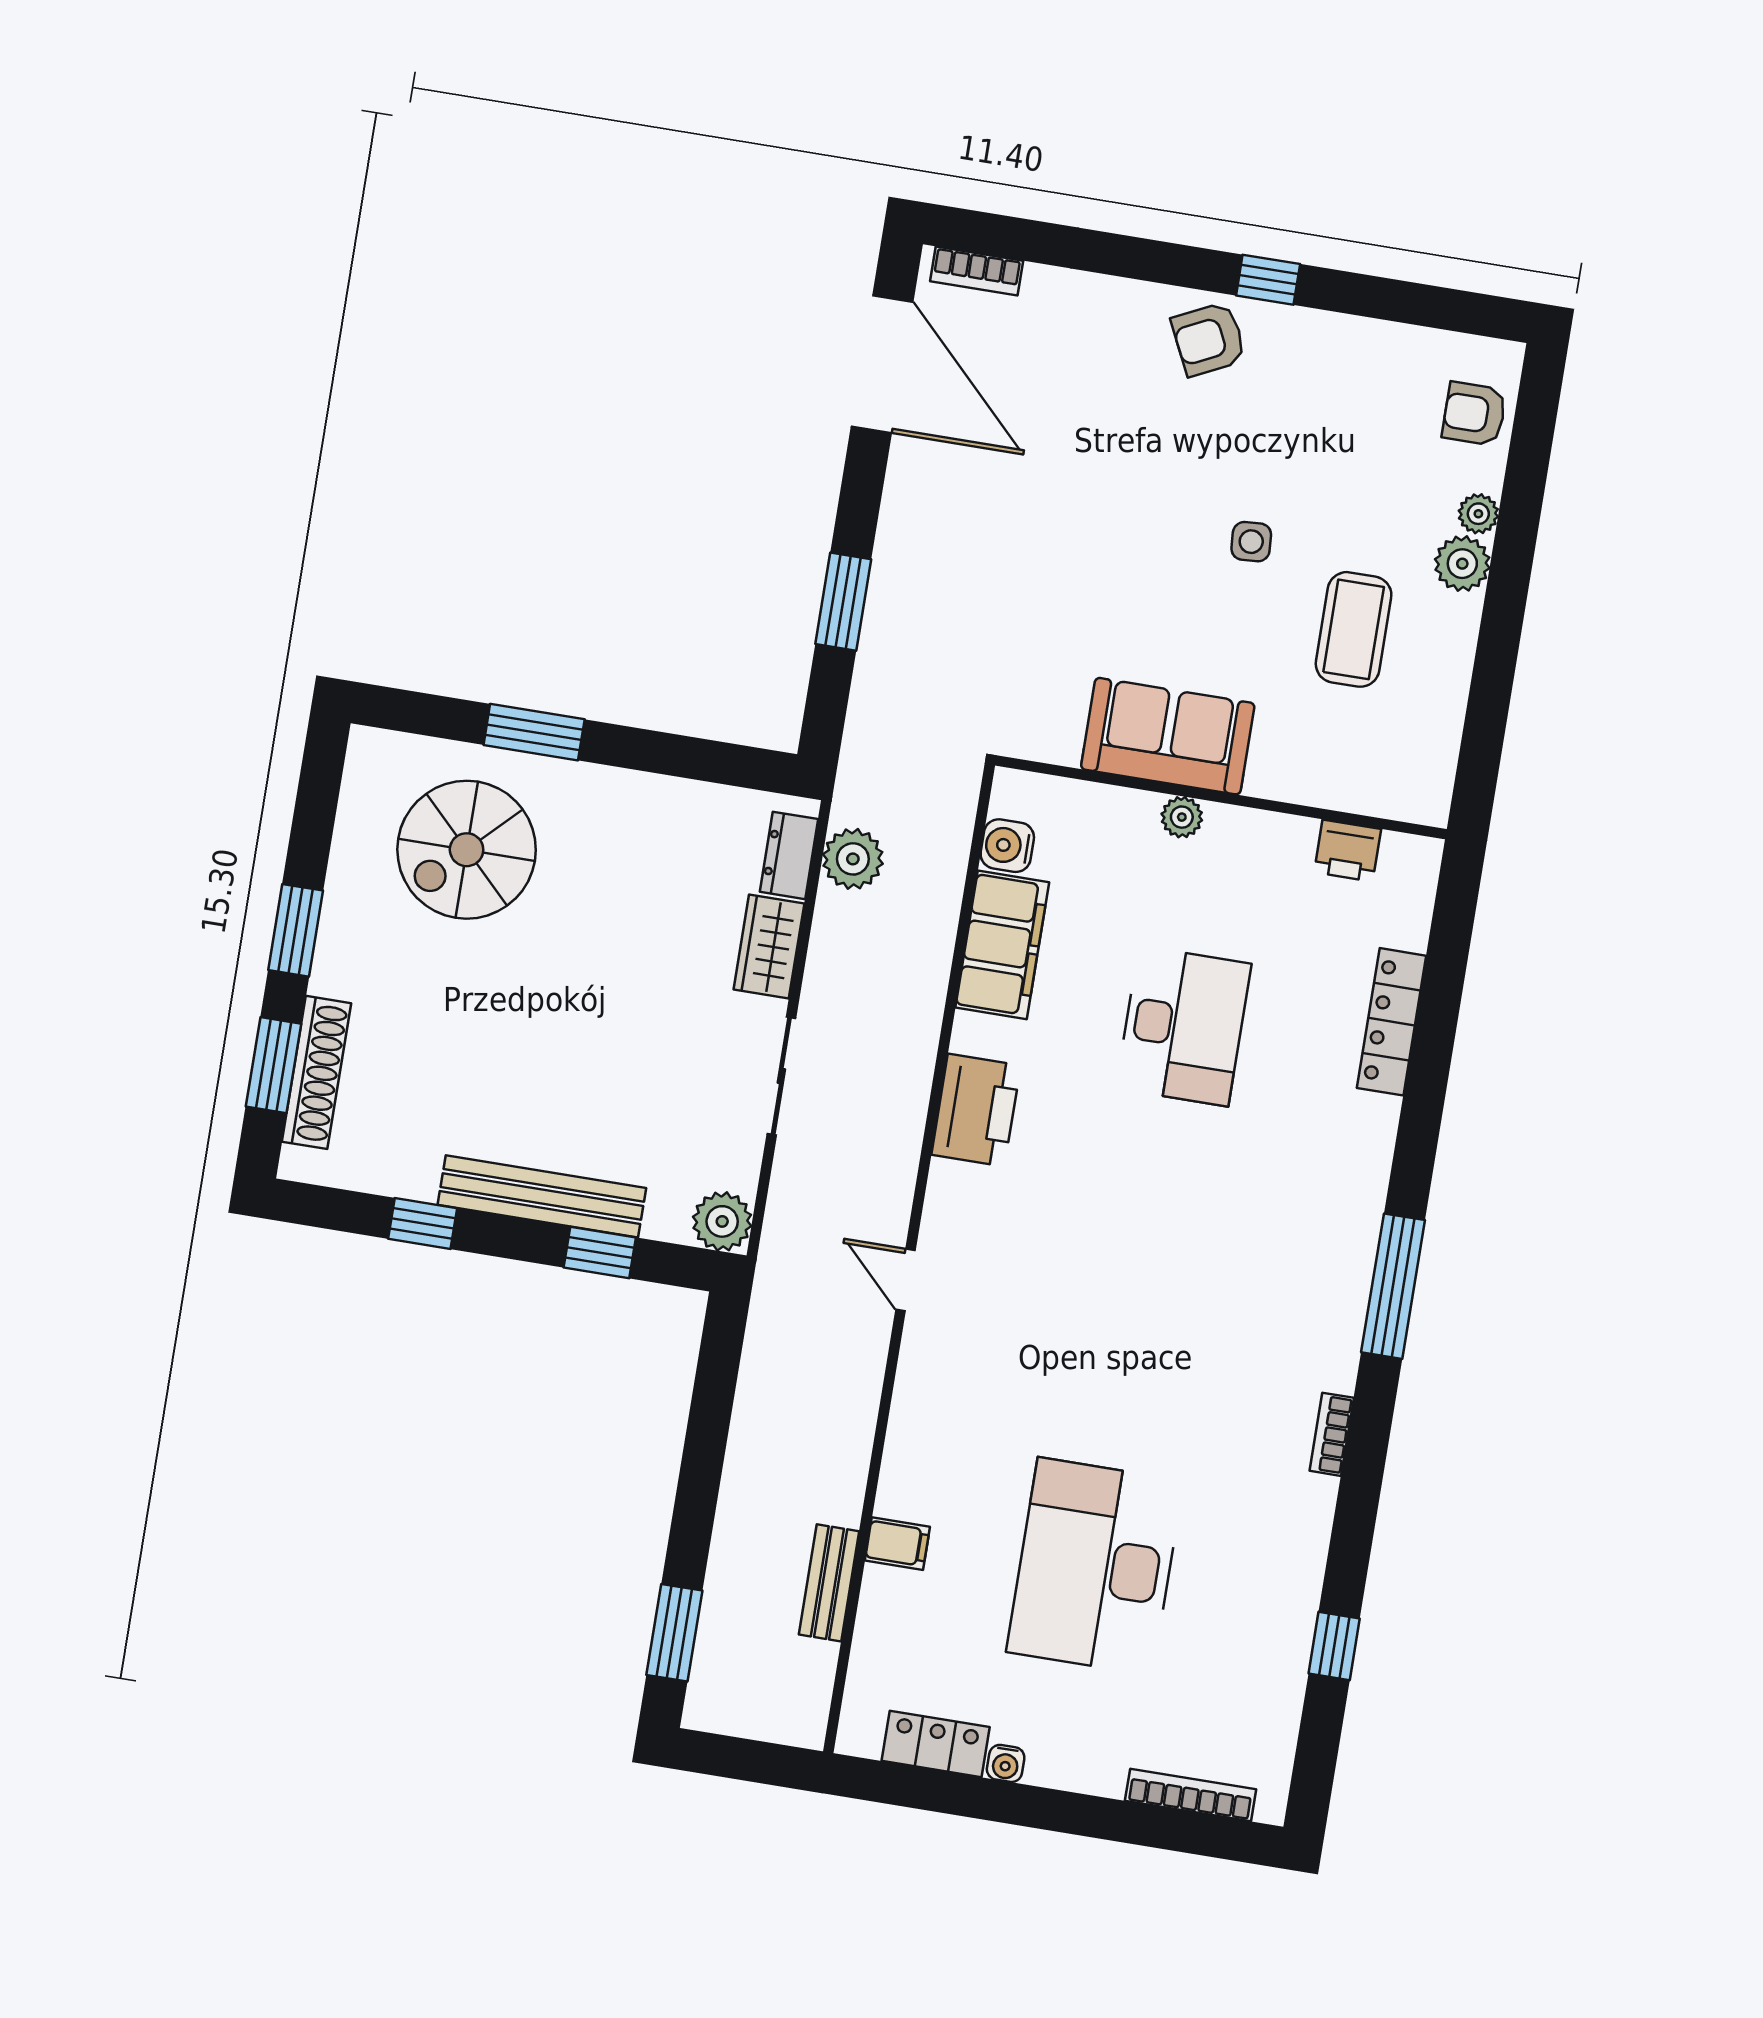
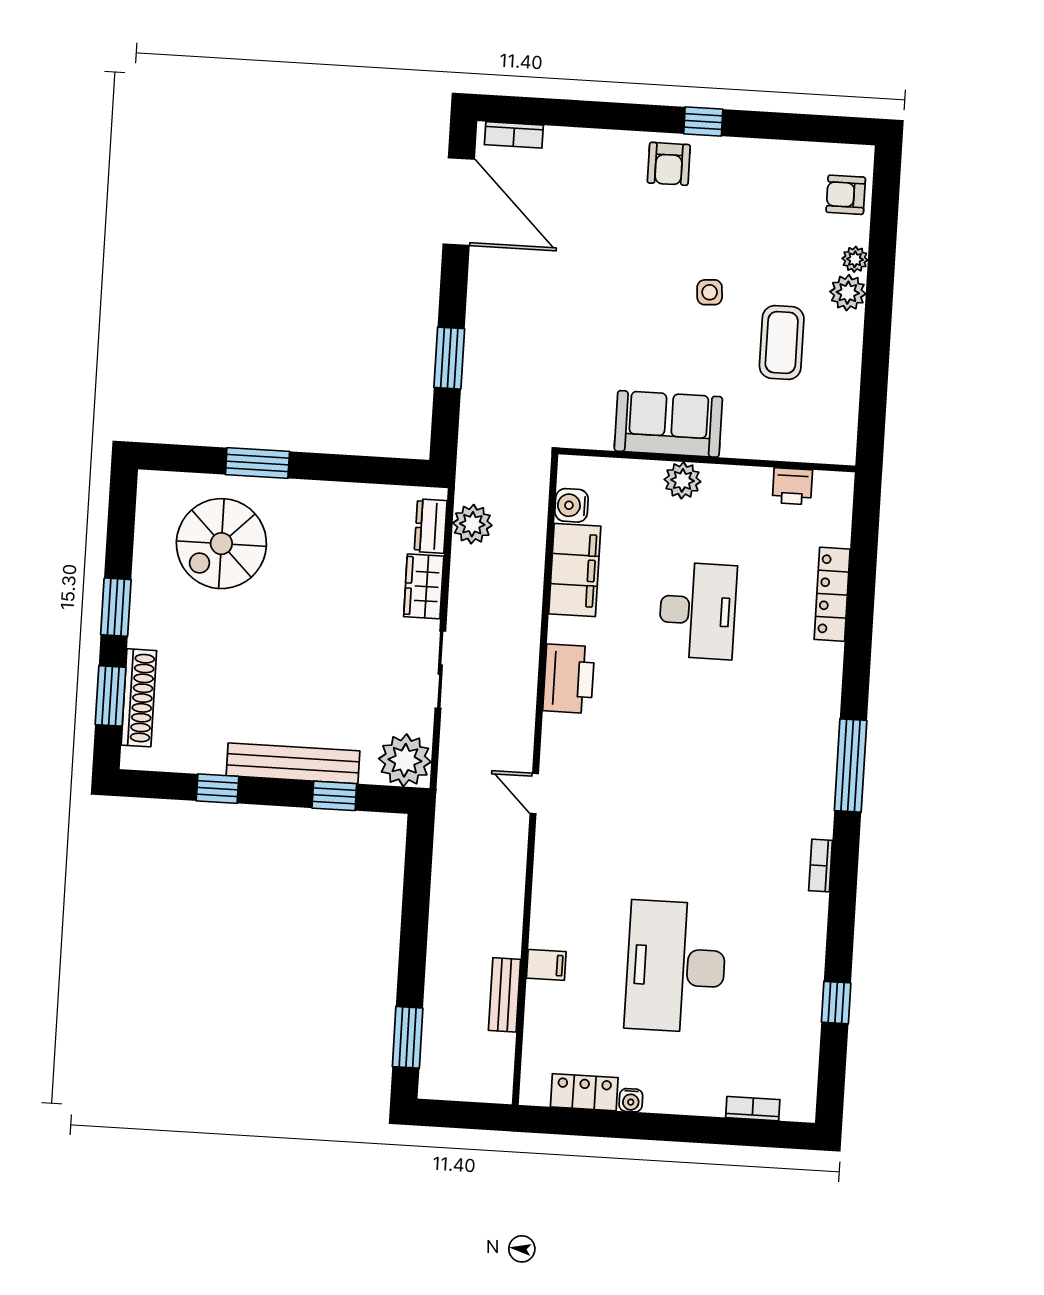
armchair: (1209, 339) -> (669, 164), turned -64
plant: (1182, 817) -> (682, 480), width x1.38, depth x1.38
plant: (722, 1221) -> (405, 760), width x1.36, depth x1.36
bookcase: (1191, 1795) -> (753, 1109), width x0.64

